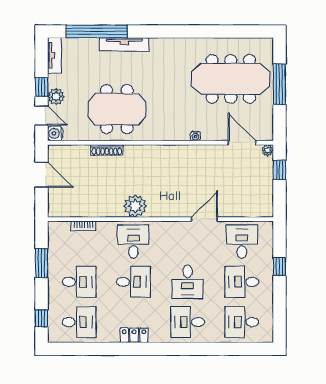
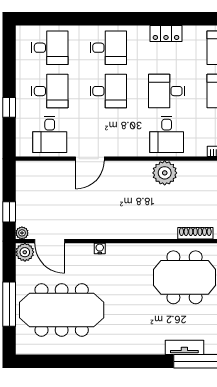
tv unit: (124, 44) -> (184, 347), width x0.71
plant: (265, 132) -> (25, 252), added
desk: (188, 282) -> (108, 91), turned 90

